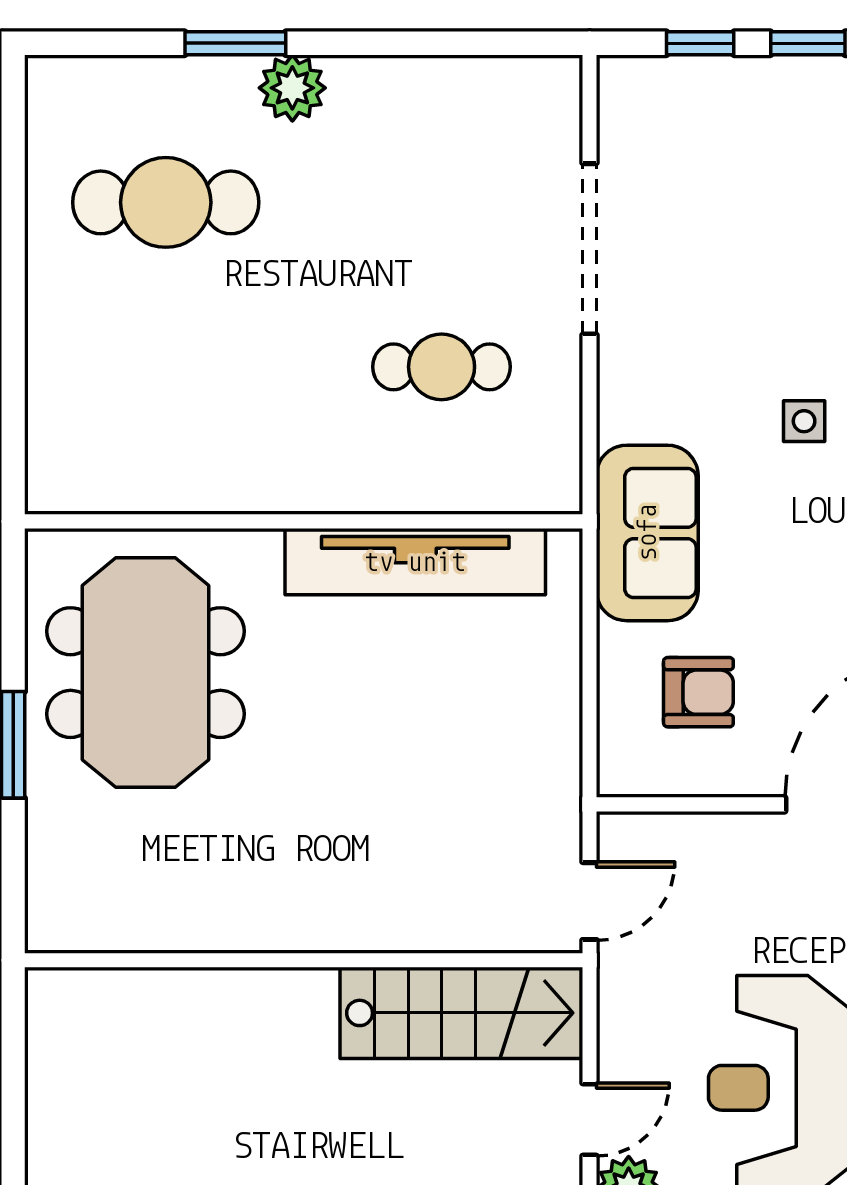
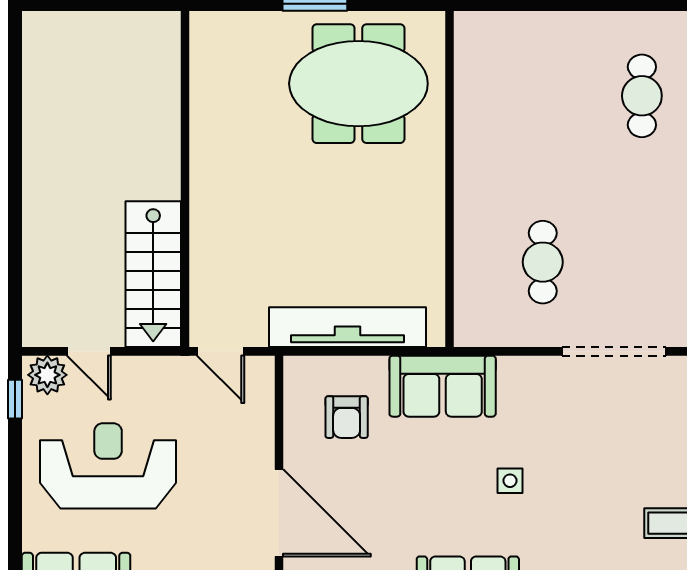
cafe table: (166, 202) -> (642, 96), width x0.73, depth x0.74
tv unit: (415, 562) -> (348, 327), moved, turned 90

